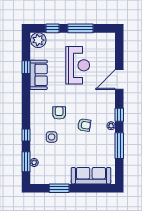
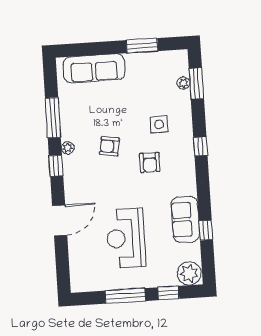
window: (26, 135) -> (200, 146), moved

